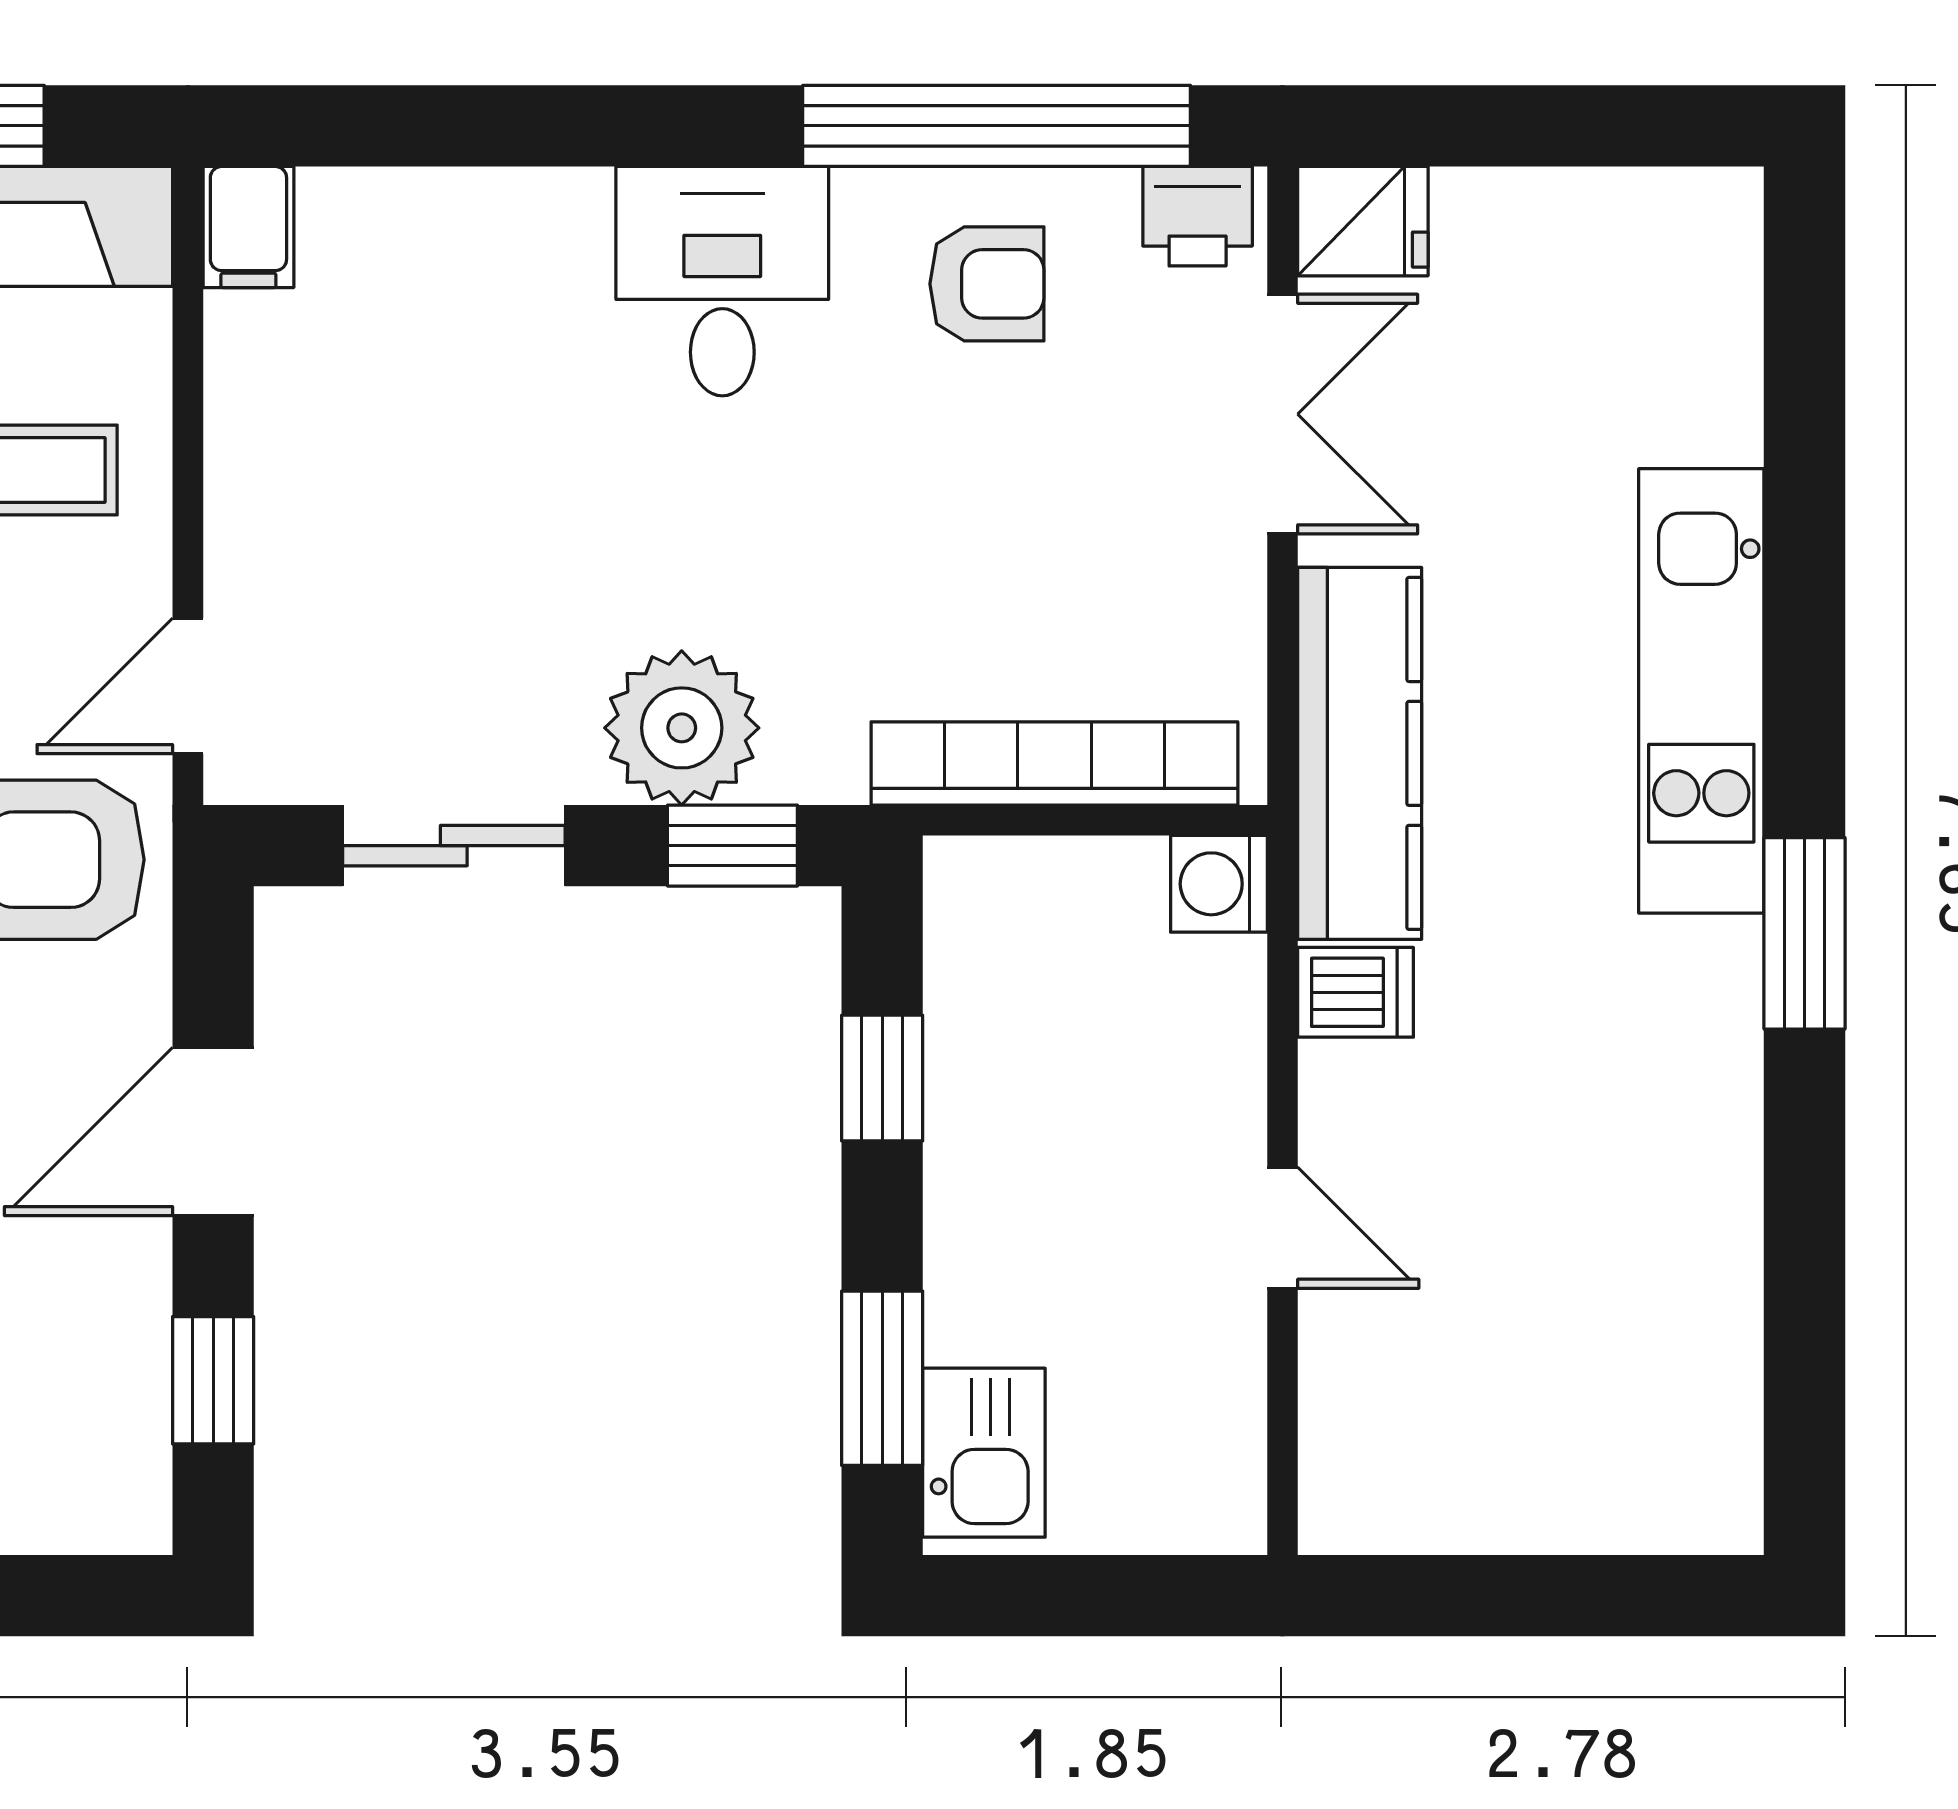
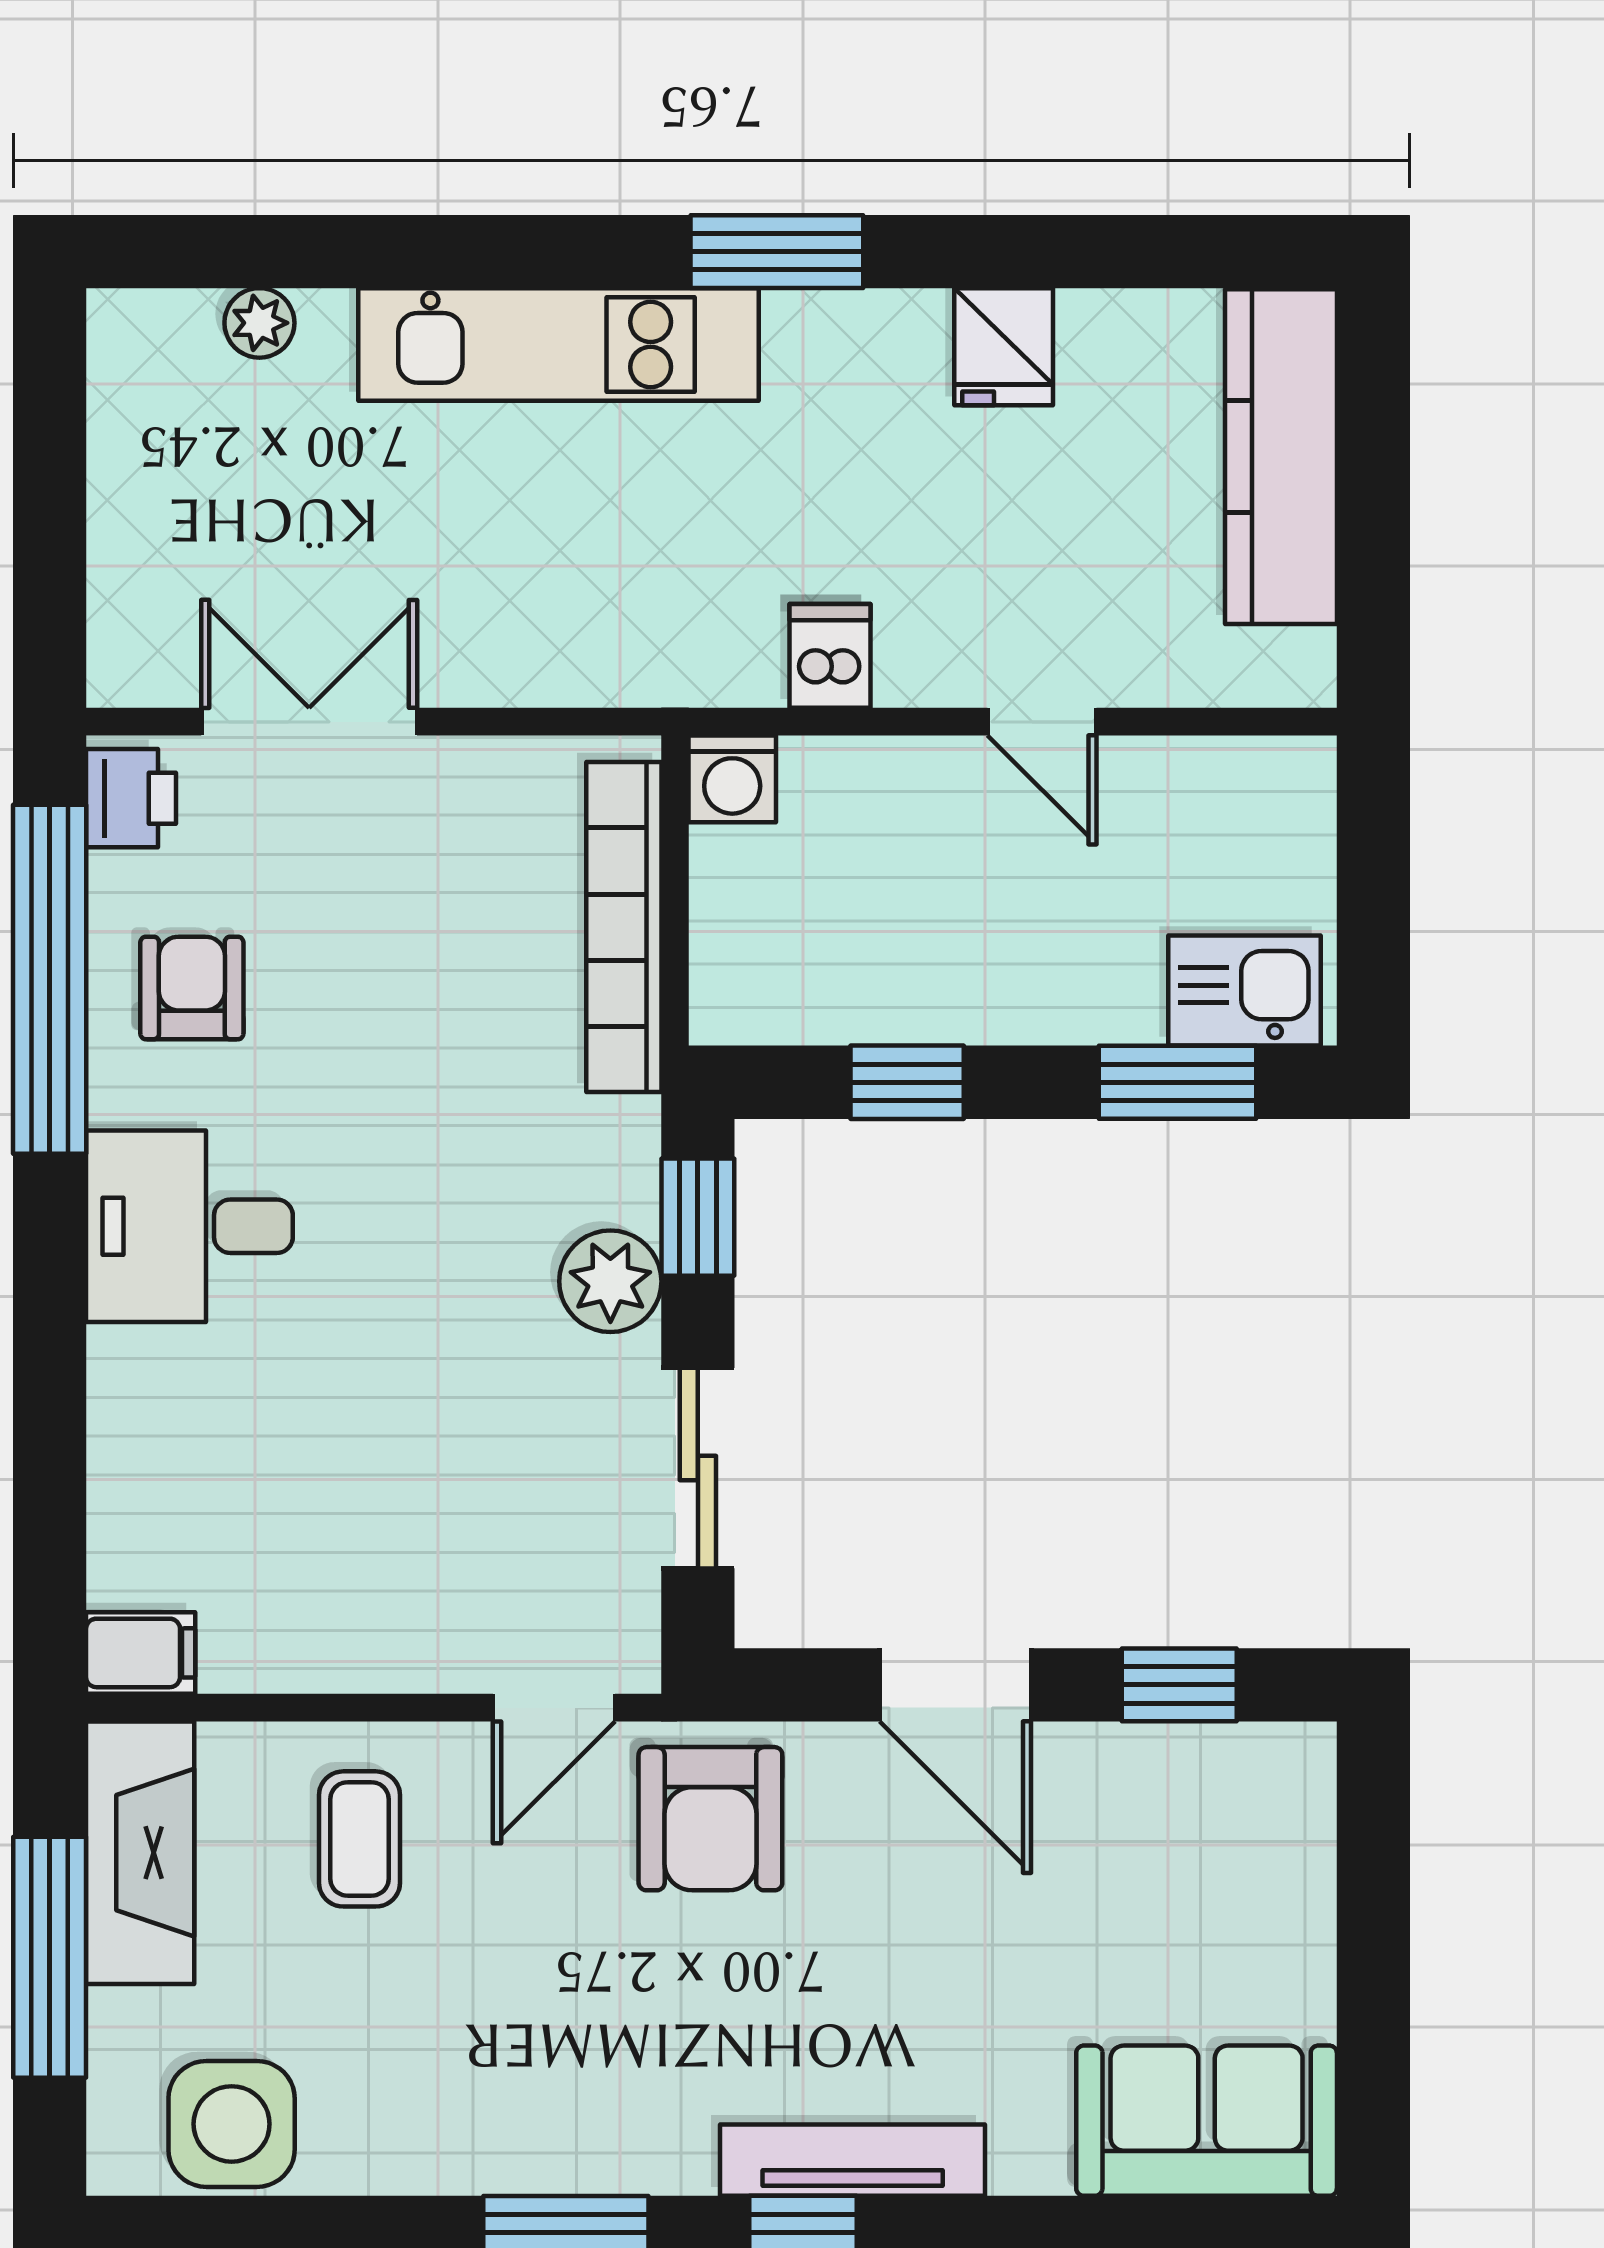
fridge: (1363, 221) -> (1004, 347), moved, turned 180
plant: (1725, 359) -> (259, 323), added
door: (188, 686) -> (554, 1708), hinge flipped
plant: (682, 728) -> (610, 1281), width x0.73, depth x0.73
kitchen counter: (1360, 753) -> (1281, 457), moved, turned -90
door: (1283, 1228) -> (1042, 722), swing flipped

